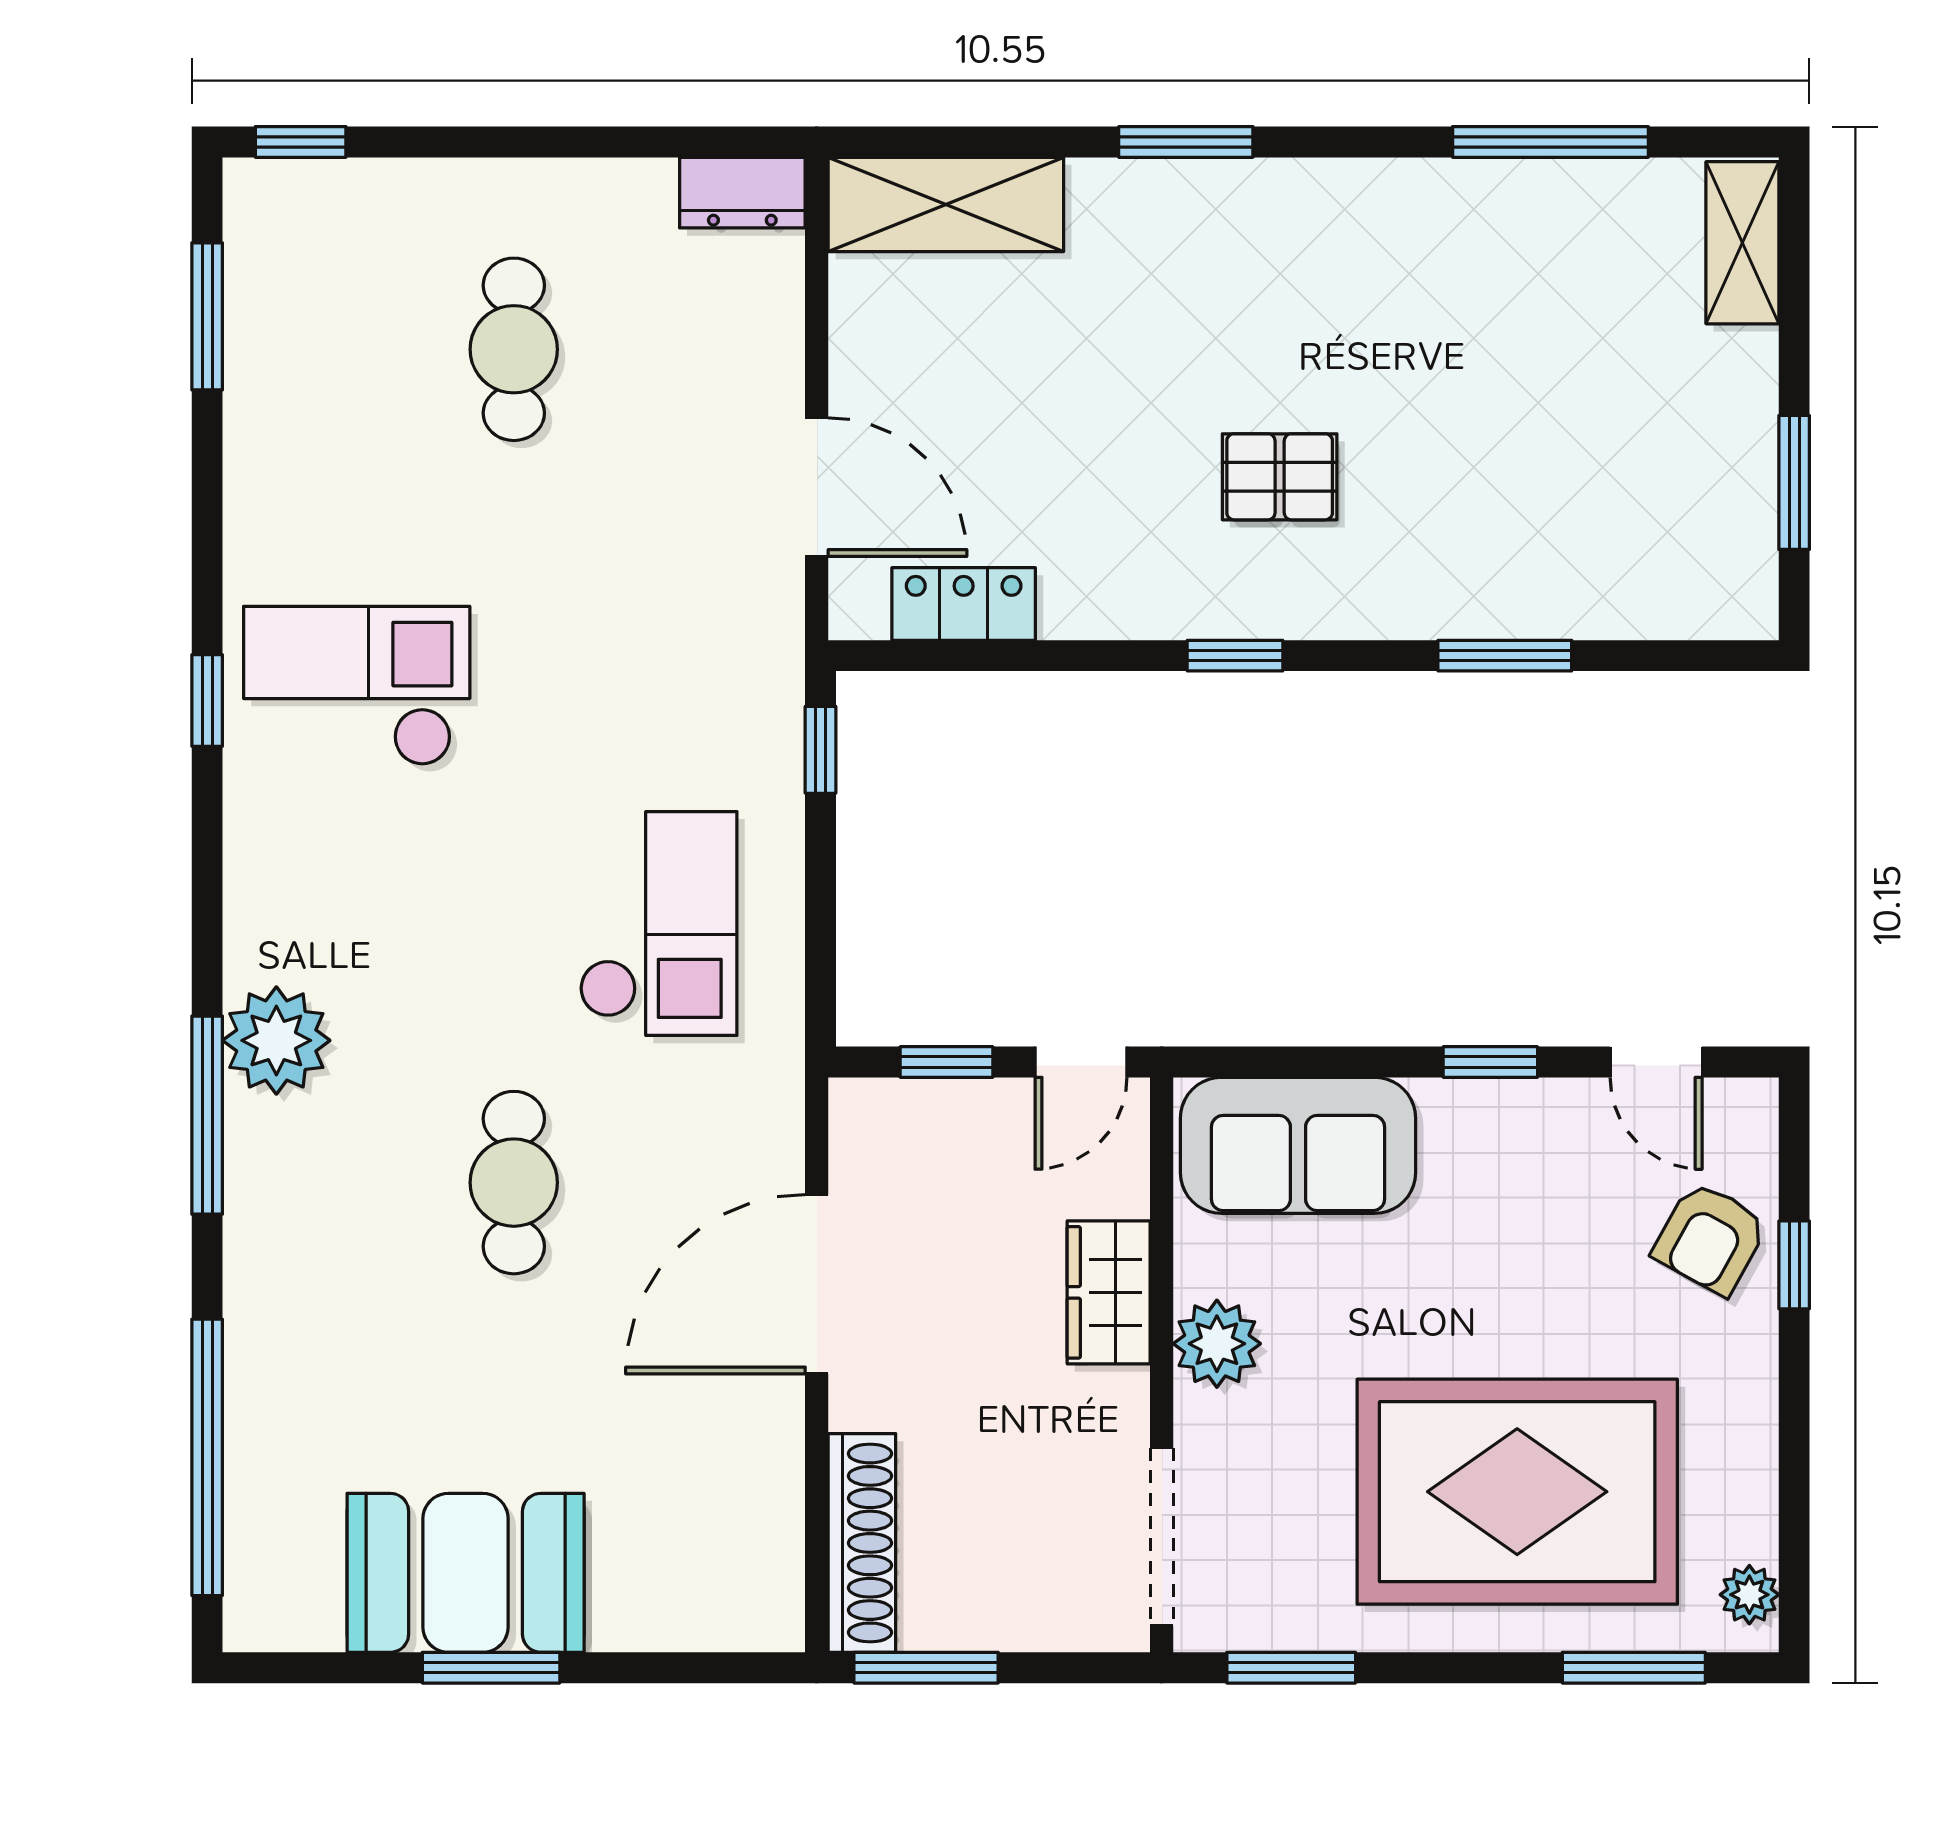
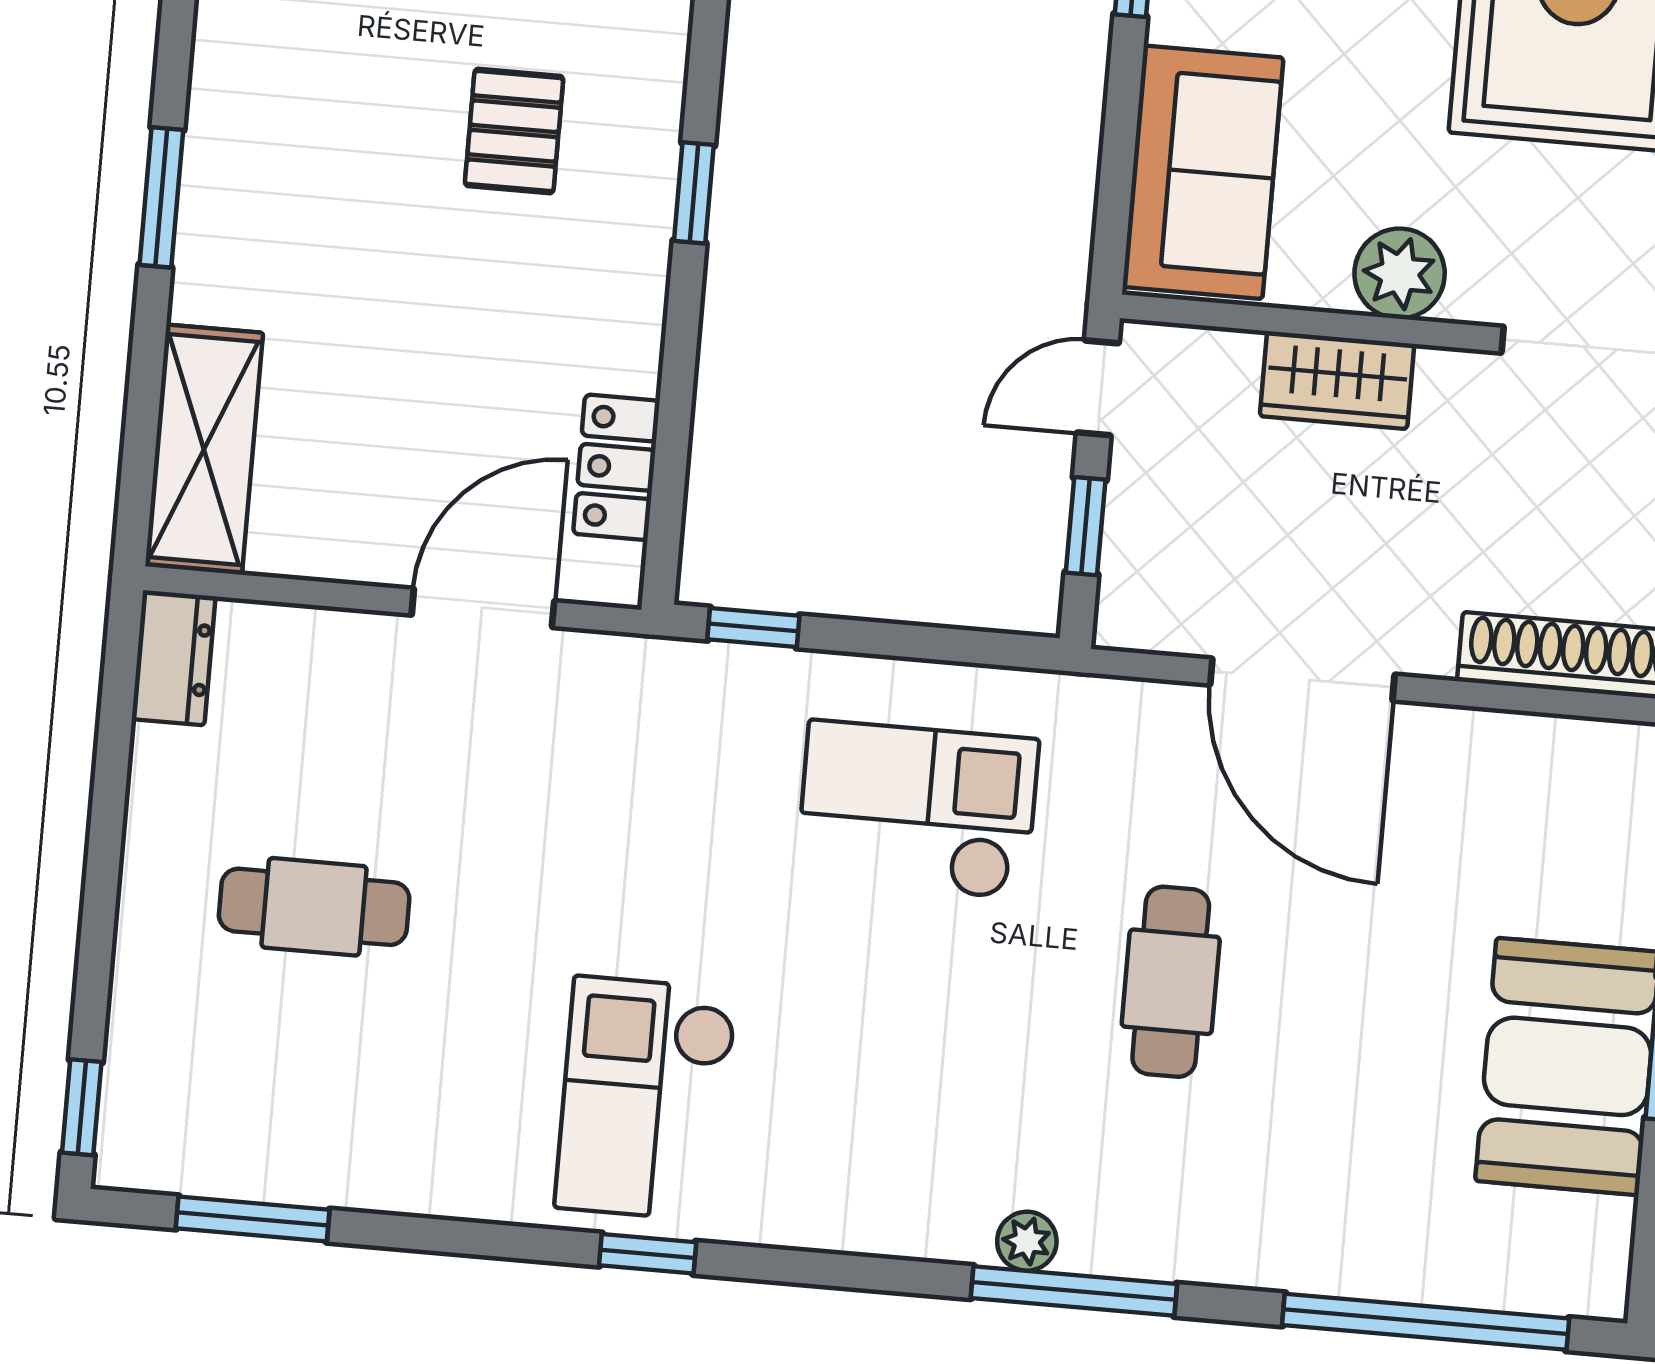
plant: (276, 1040) -> (1027, 1241), width x0.53, depth x0.53
door: (1081, 1062) -> (1098, 388), swing flipped
cafe table: (514, 1183) -> (1171, 982), turned 90

